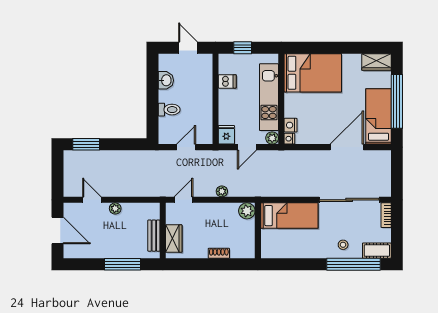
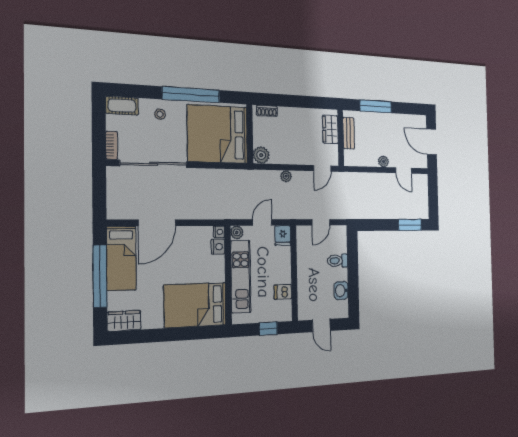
bed: (289, 216) -> (218, 134), width x2.04
shoe rack: (219, 253) -> (267, 111), moved
window: (353, 264) -> (191, 95), moved

